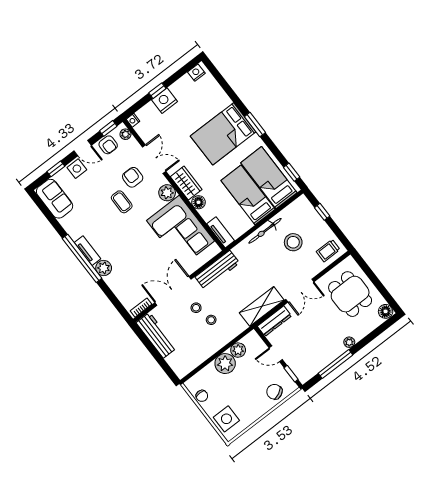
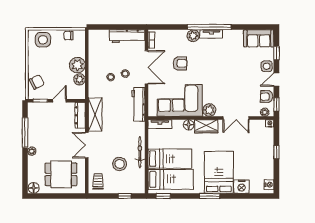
nightstand: (164, 101) -> (242, 187), moved, turned 90
armchair: (133, 177) -> (180, 63), moved
coffee table: (122, 202) -> (225, 78), removed

